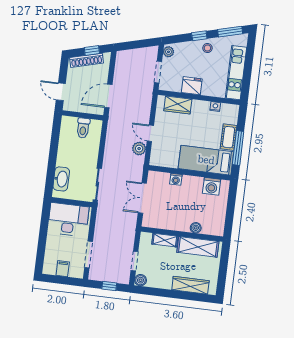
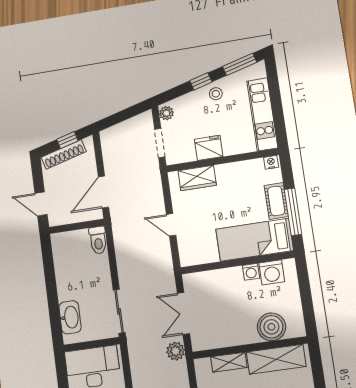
nightstand: (215, 107) -> (271, 162), moved
toilet: (83, 128) -> (98, 240), moved
plant: (139, 149) -> (176, 351), moved
washing machine: (176, 179) -> (251, 272), moved
boiler: (196, 228) -> (271, 327), width x1.86, depth x1.86

